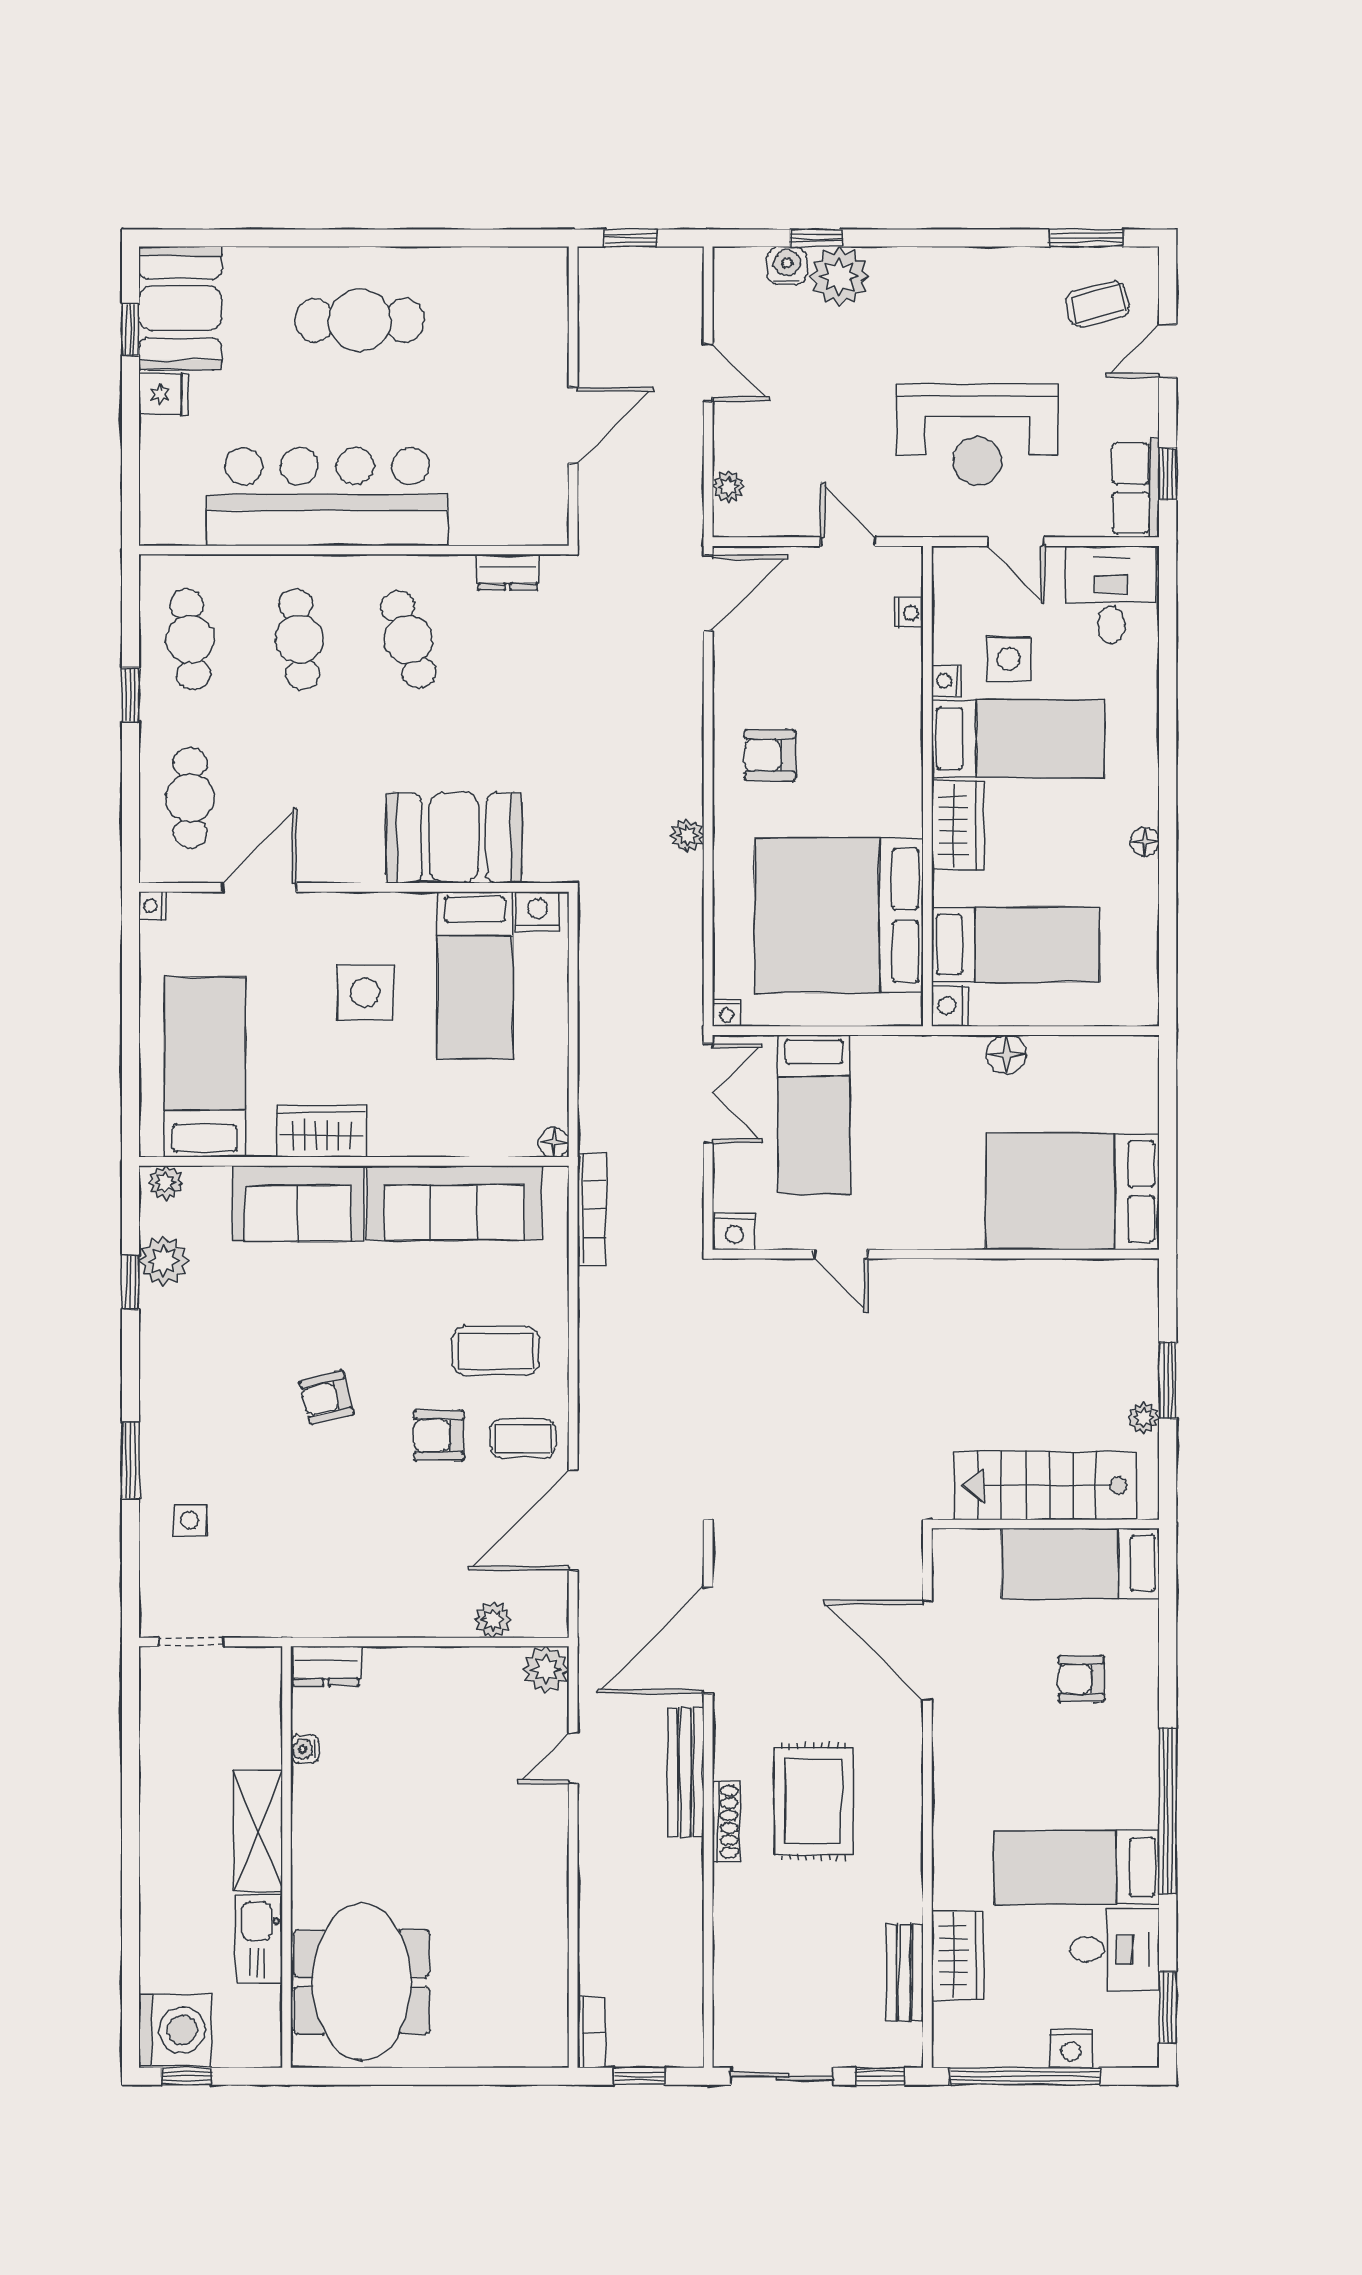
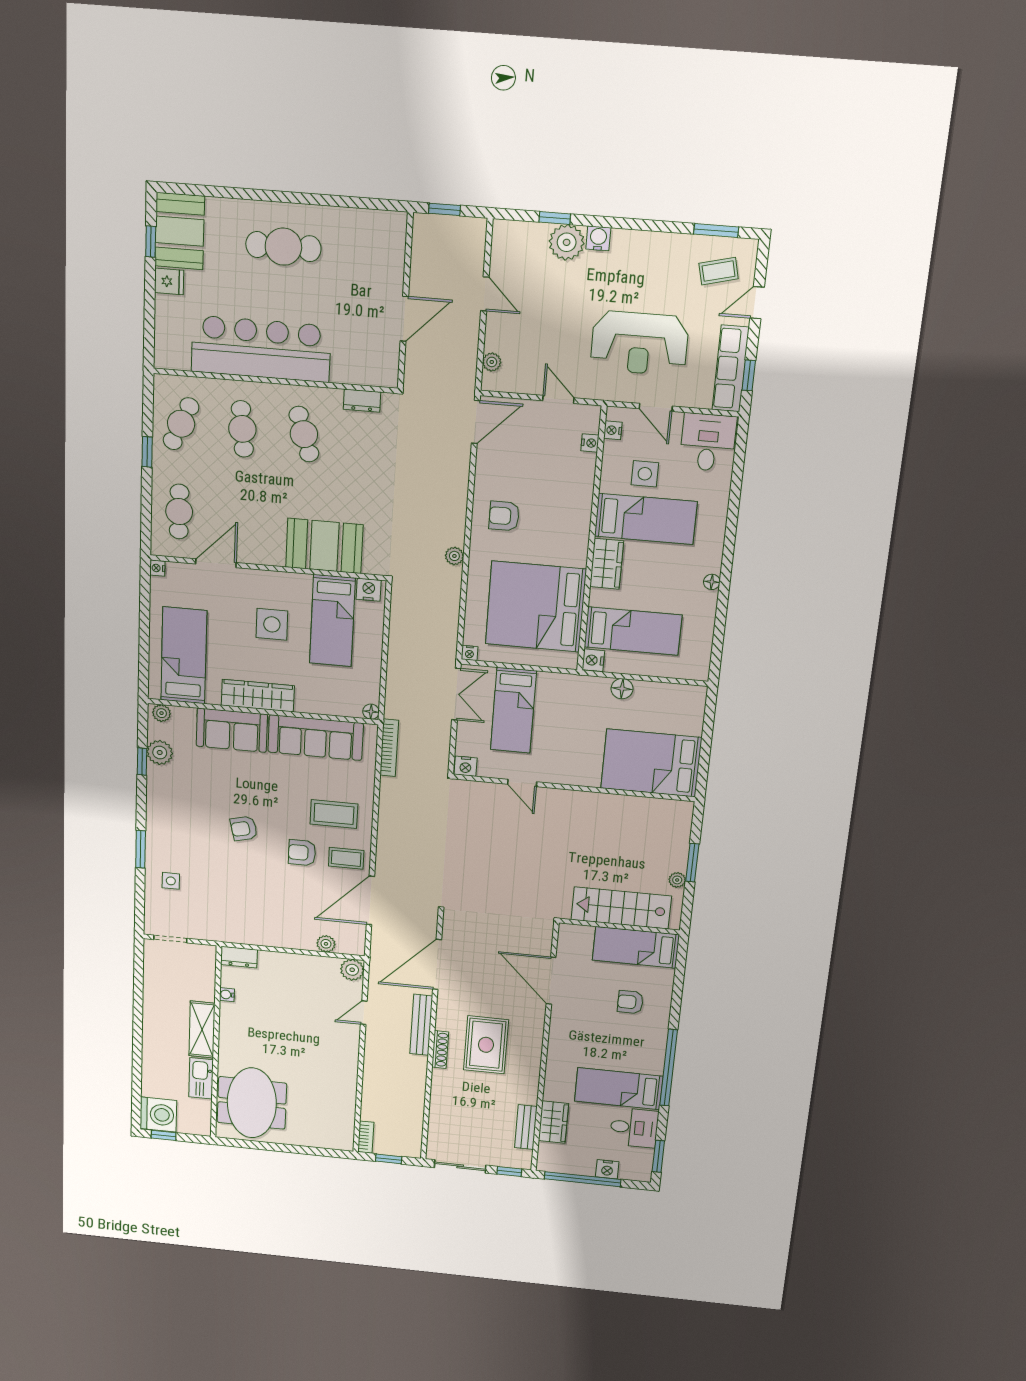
water cooler: (787, 266) -> (598, 238), moved
row of seats: (1136, 488) -> (731, 369), width x1.48
cafe table: (190, 639) -> (181, 424), turned 30
nightstand: (946, 681) -> (613, 430), moved
wardrobe: (322, 1131) -> (258, 696), width x1.50

